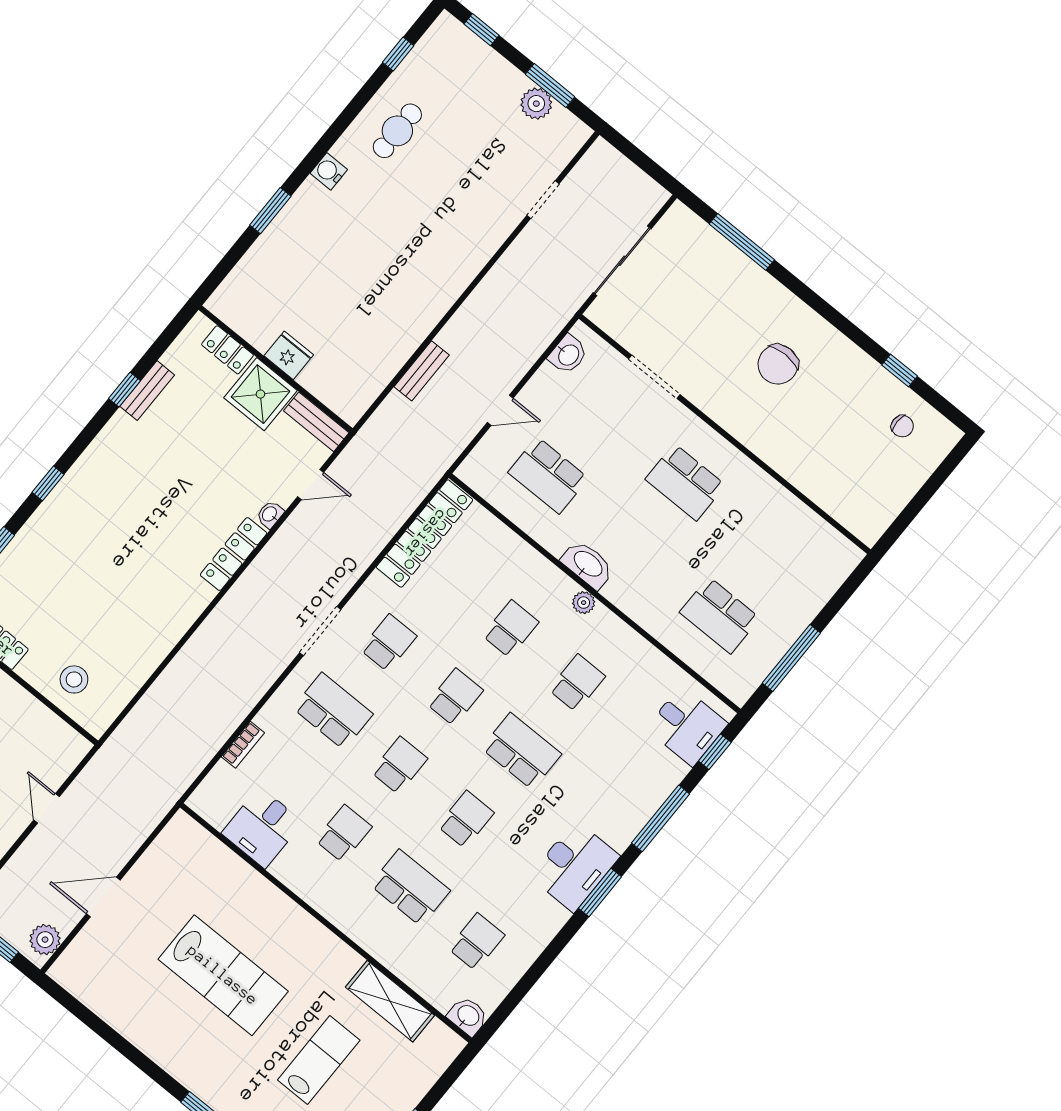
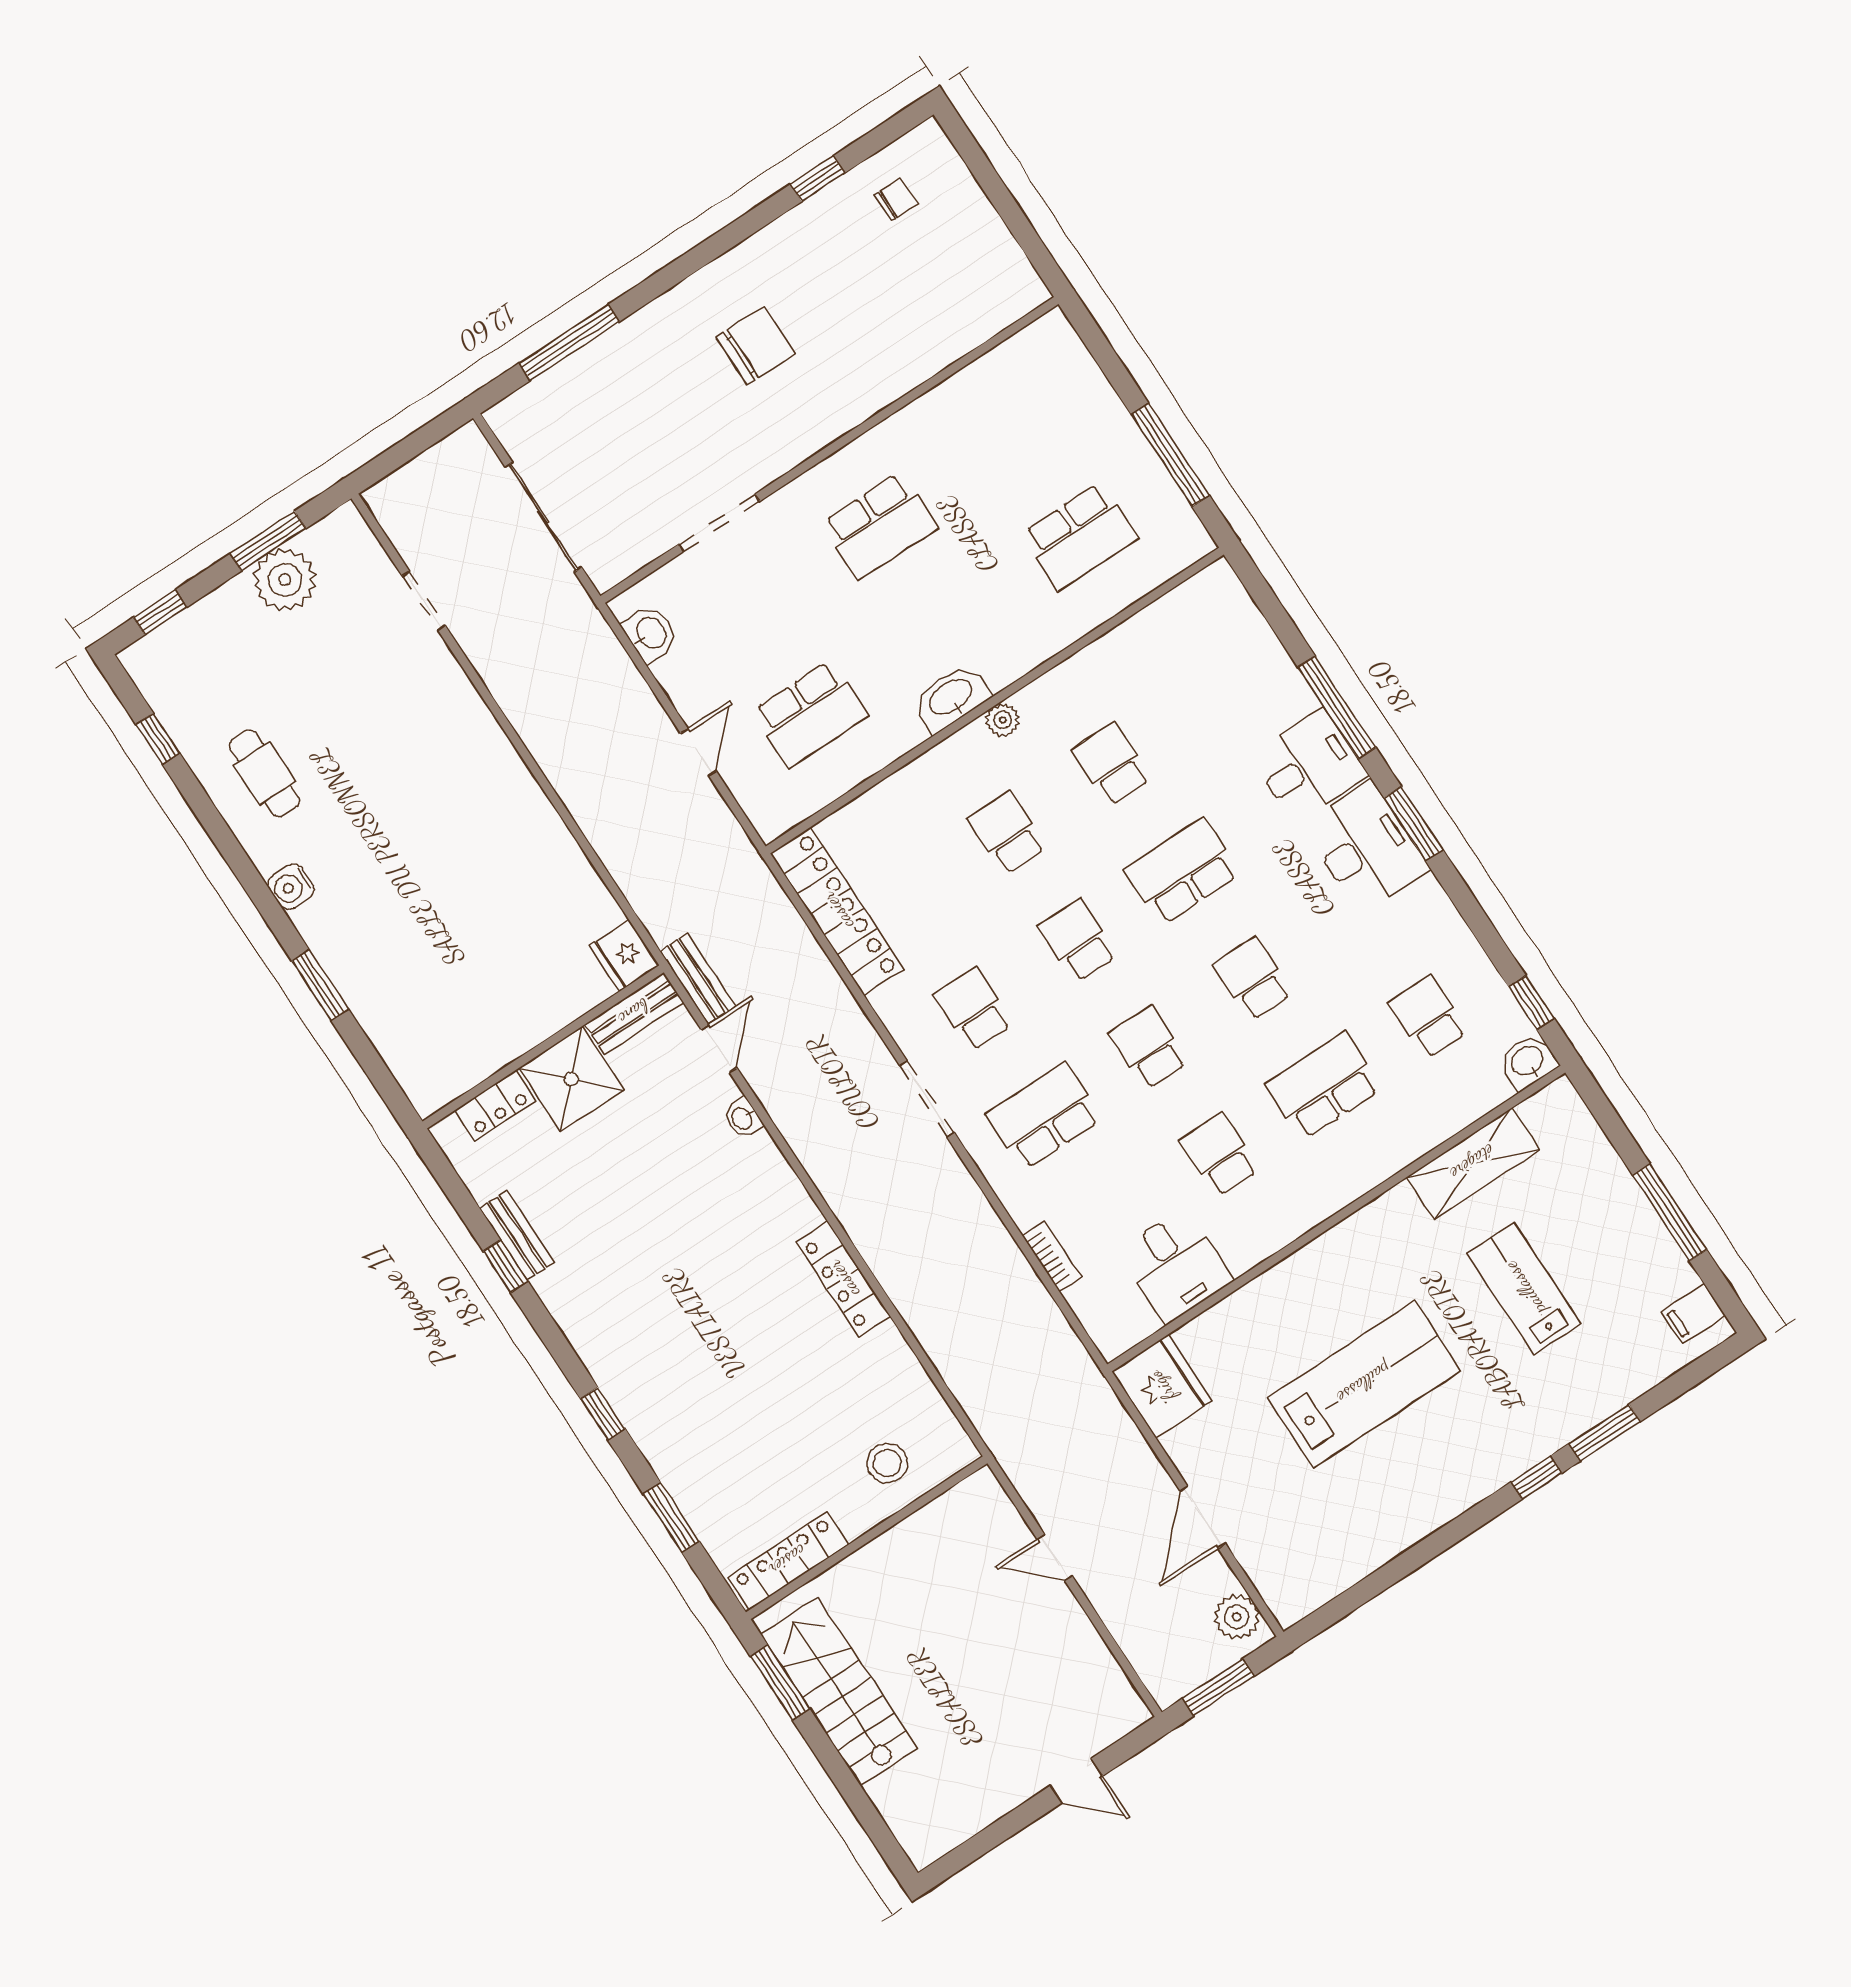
plant: (536, 104) -> (285, 580), width x1.36, depth x1.36
fridge: (289, 355) -> (624, 955), moved, turned -90
chair: (778, 364) -> (756, 346), turned -90
bench: (422, 371) -> (698, 979), moved
locker: (234, 554) -> (843, 1279), moved
desk: (687, 726) -> (1309, 766), moved
window: (715, 752) -> (1531, 1003), moved
fridge: (181, 843) -> (1162, 1386), added

